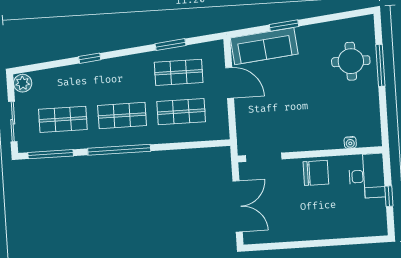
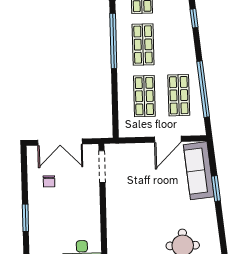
window: (171, 45) -> (203, 89), width x2.11
water cooler: (350, 142) -> (112, 242), removed
chair: (316, 173) -> (49, 181), moved, width x0.54, depth x0.54
window: (326, 243) -> (25, 218), added

